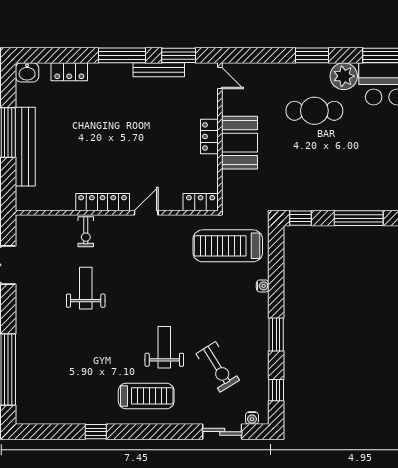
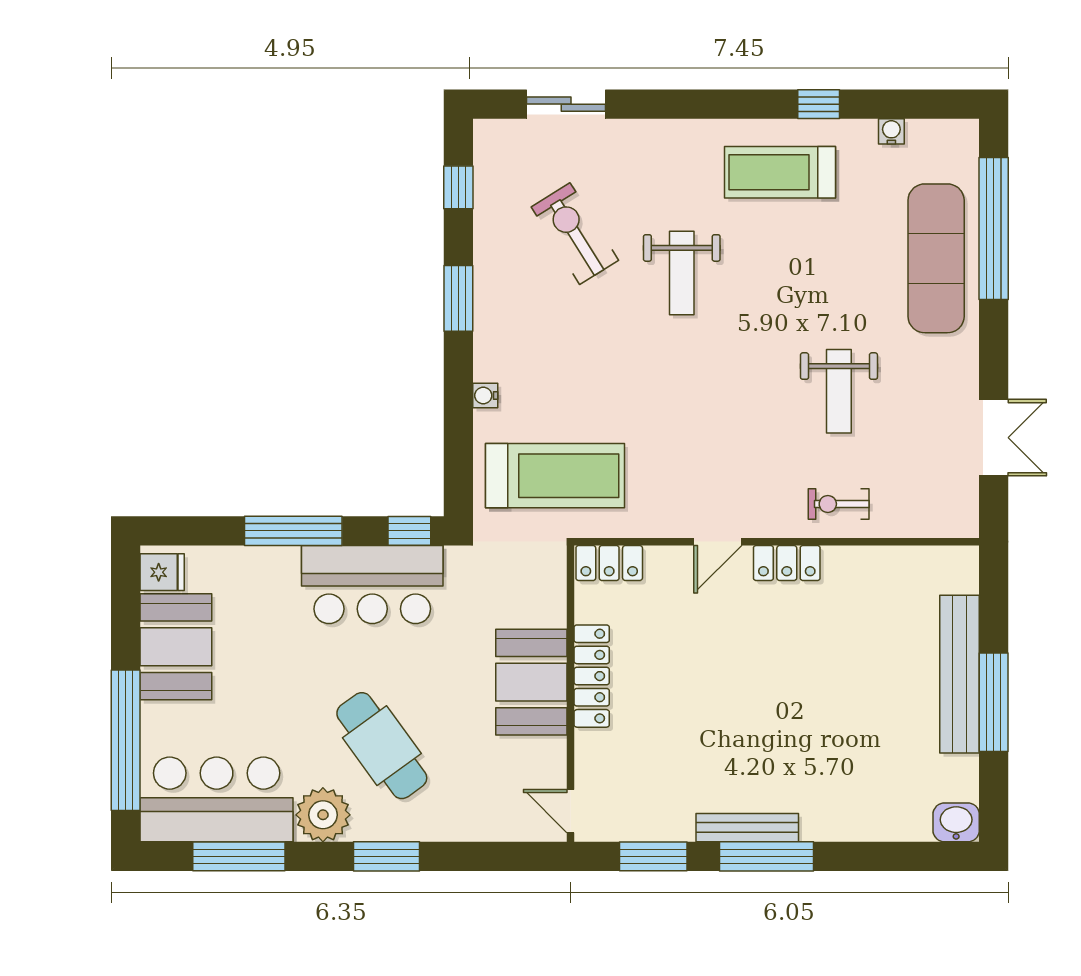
bench: (159, 70) -> (747, 828), moved
locker: (69, 72) -> (872, 824), removed
cafe table: (314, 111) -> (382, 746), turned 54
locker: (209, 136) -> (592, 676), width x1.53
bar counter: (319, 191) -> (372, 585), added
locker: (103, 202) -> (787, 563), width x0.66
exercise bike: (86, 232) -> (839, 504), turned -90
exercise mat: (37, 355) -> (936, 258), added
treadmill: (146, 396) -> (780, 172), moved
water cooler: (252, 418) -> (891, 131), moved

